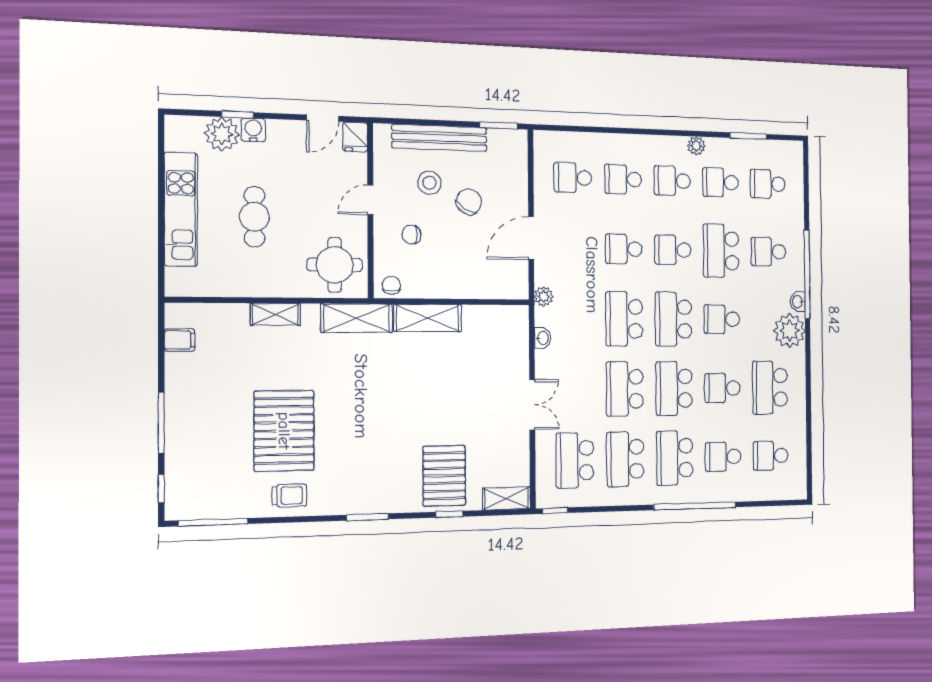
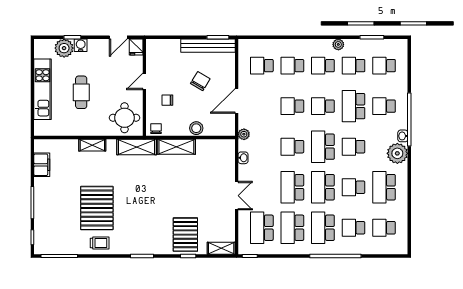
bench: (440, 138) -> (208, 46), moved
stool: (429, 183) -> (196, 128), moved
school desk: (624, 319) -> (292, 147), width x0.54
filing cabinet: (180, 340) -> (42, 165), width x2.00

